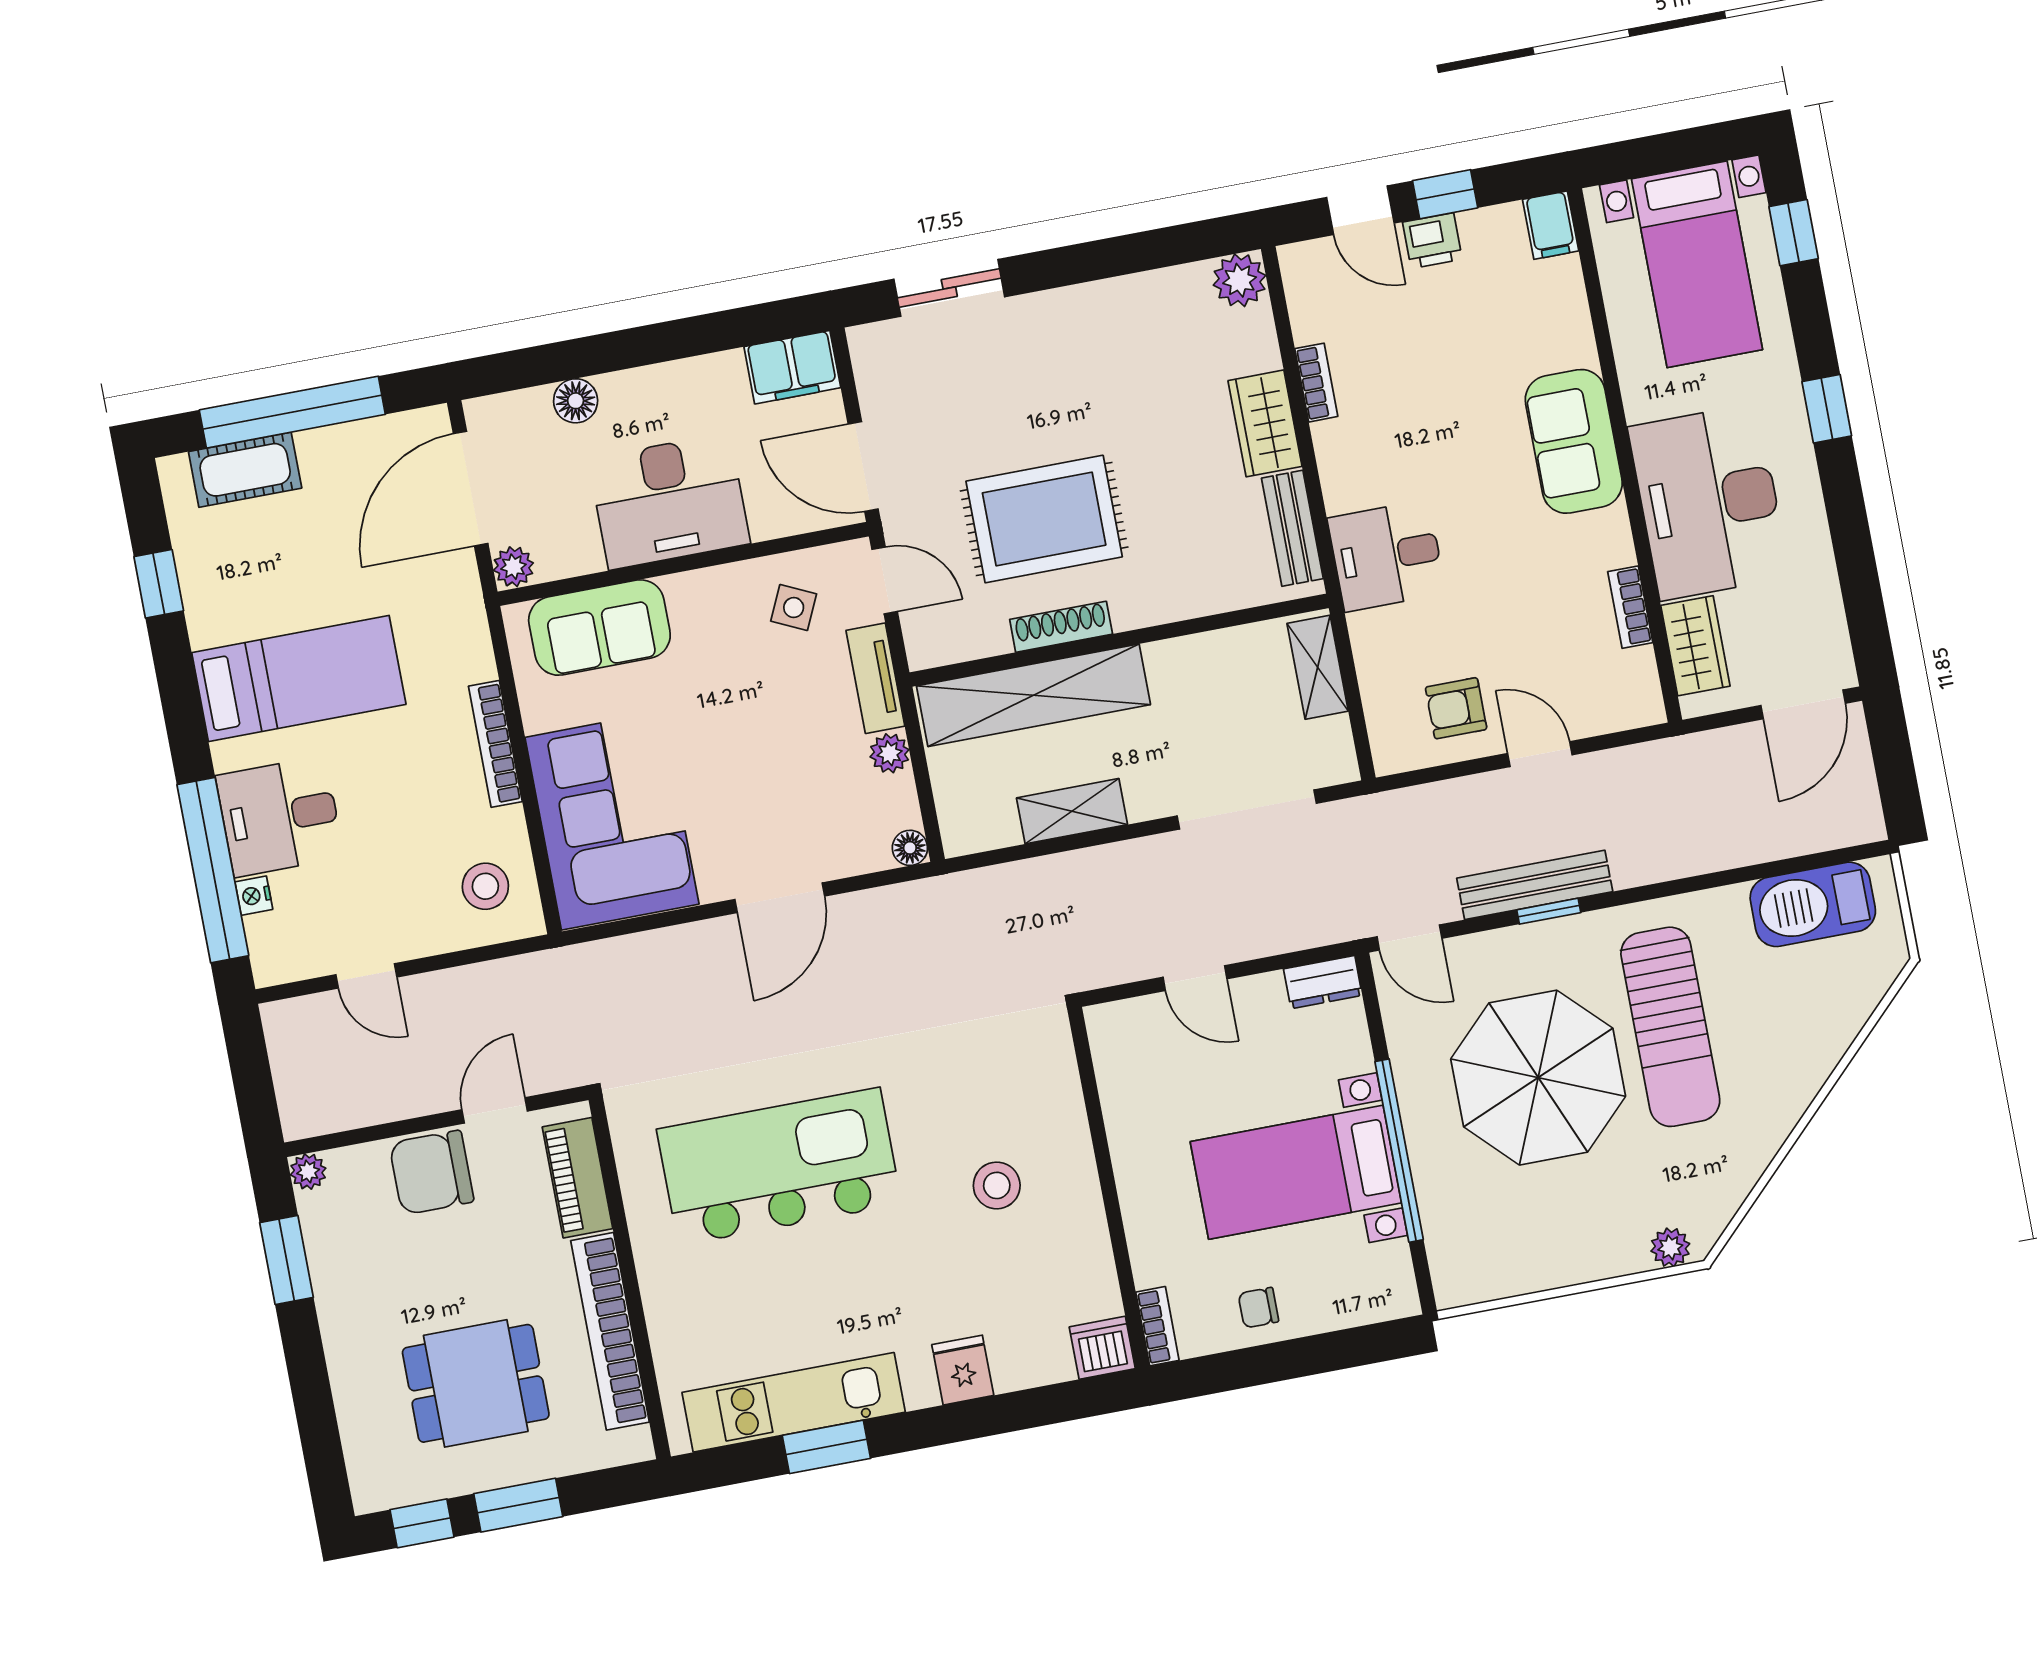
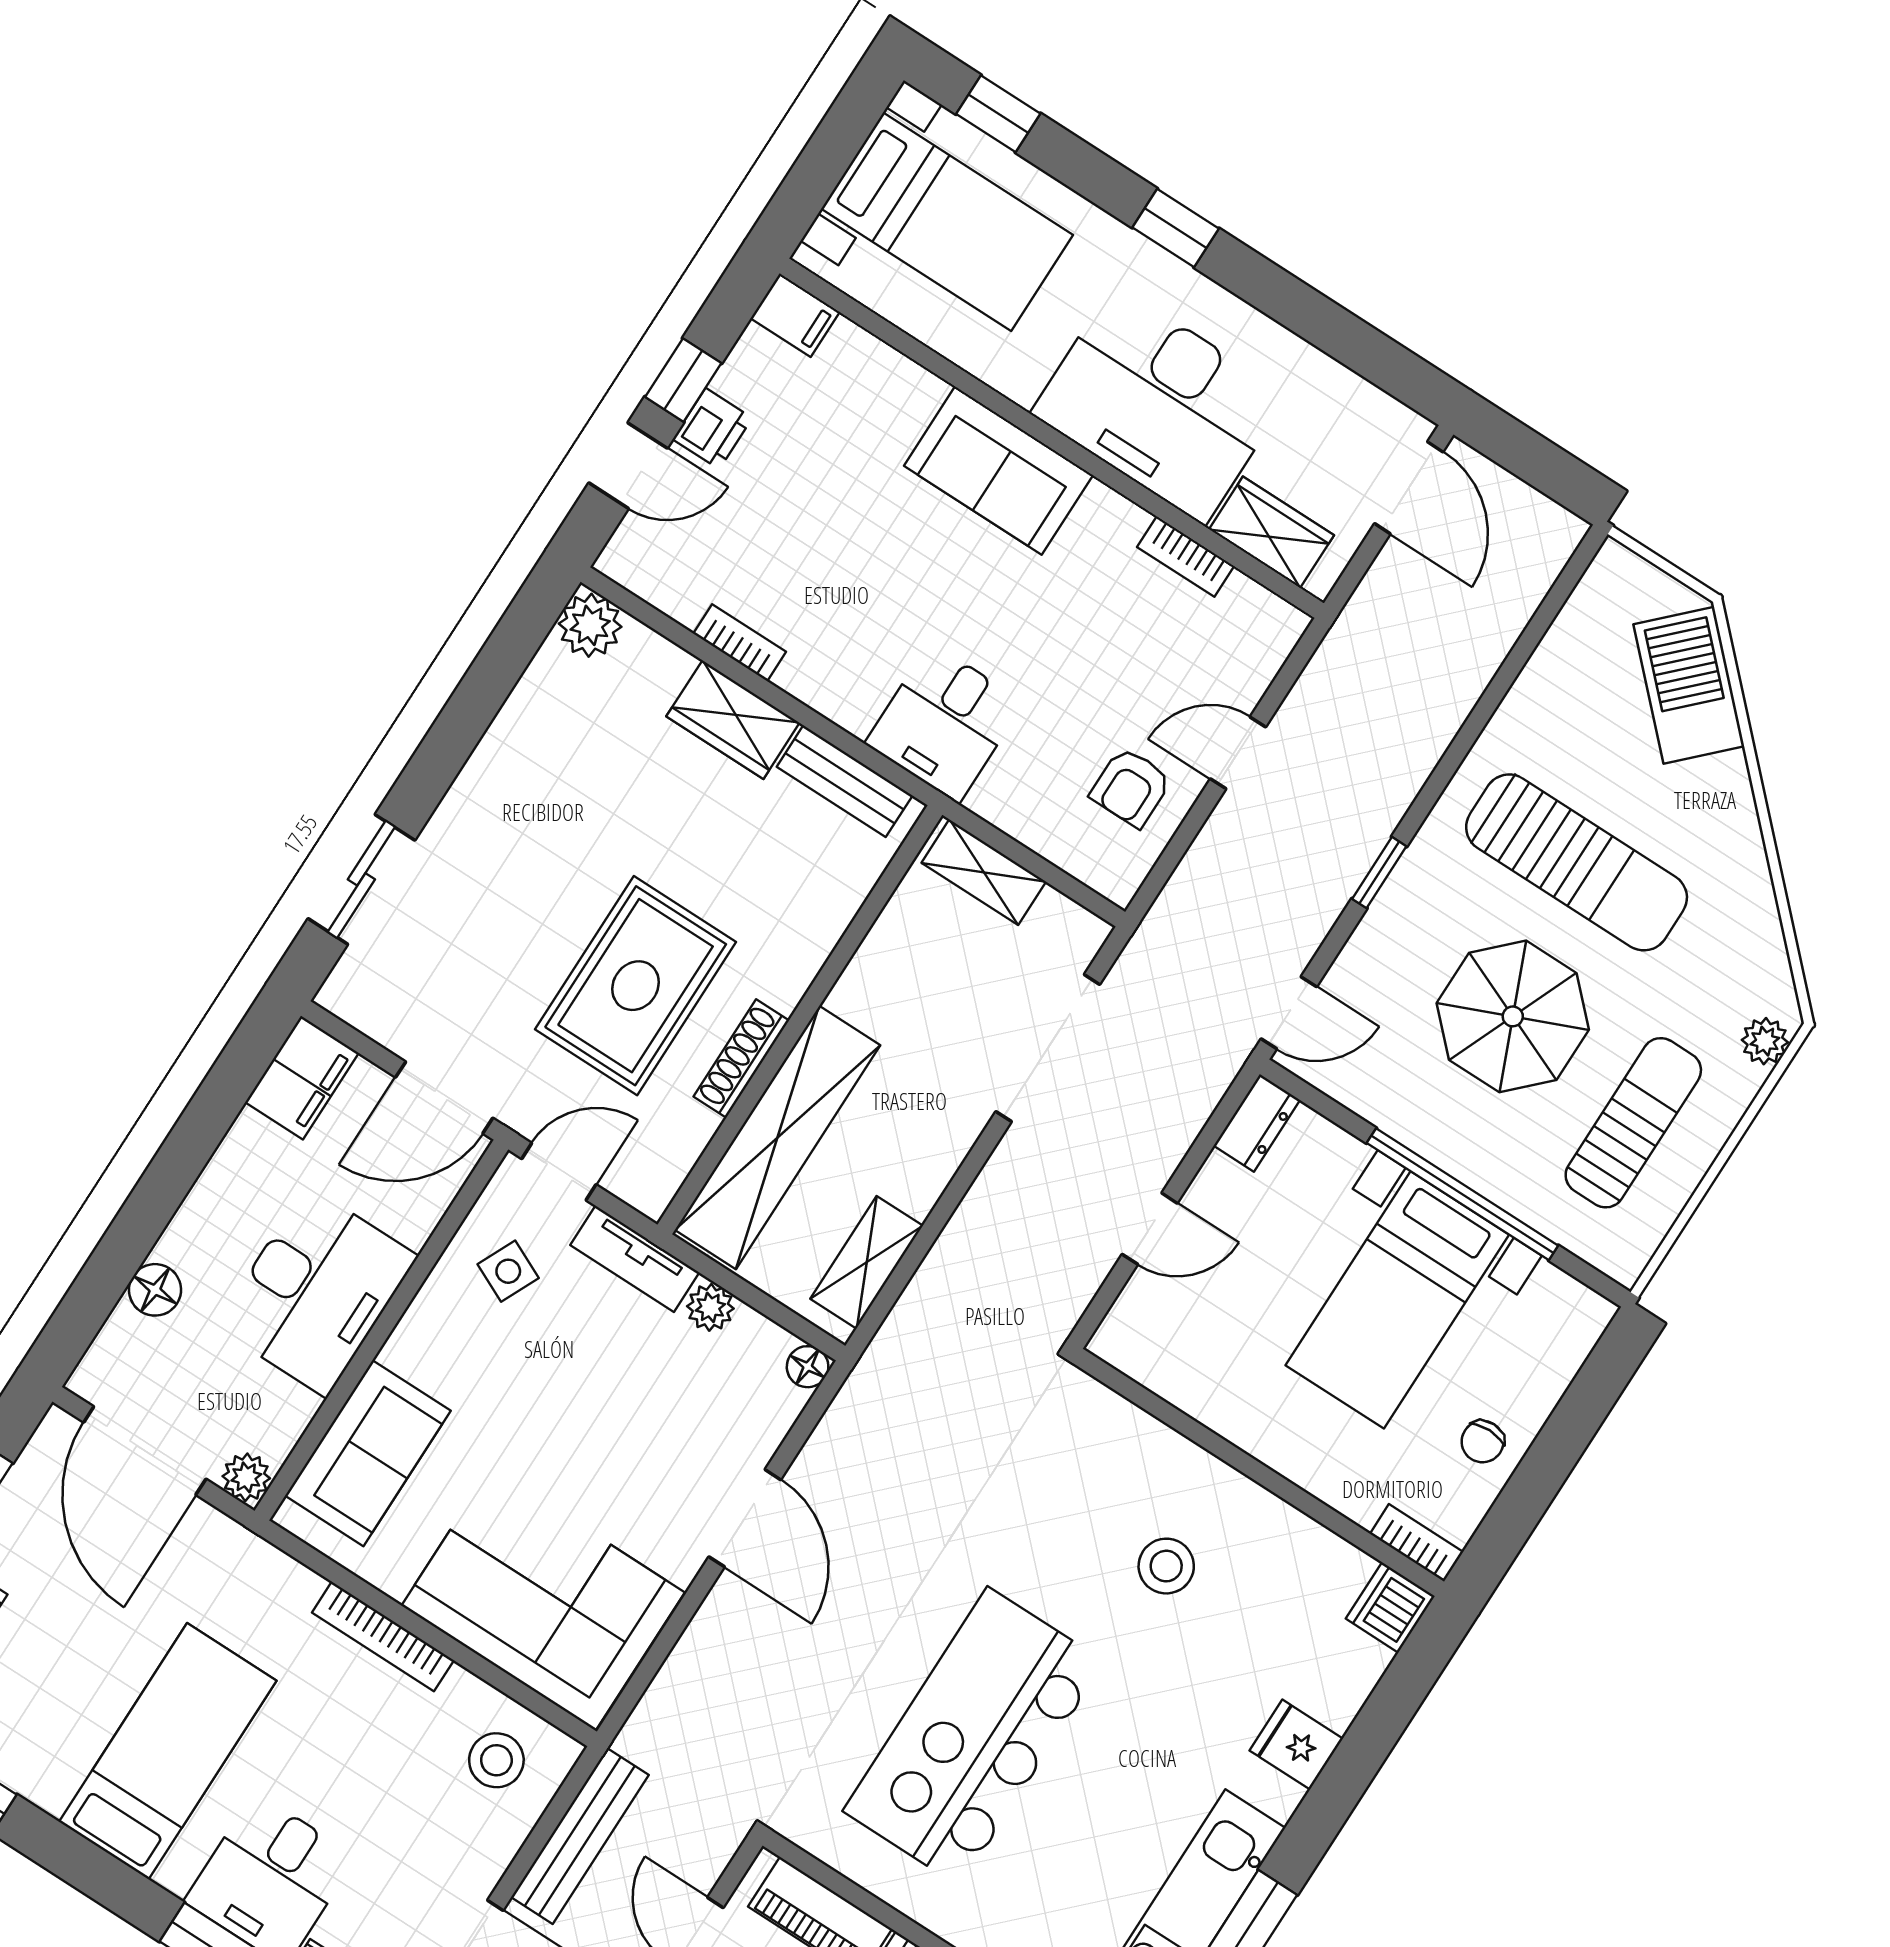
shelving: (1072, 811) -> (867, 1262), moved
bench: (1535, 885) -> (580, 1836), moved
barbecue: (1813, 904) -> (1689, 685), moved, turned 135
parasol: (1538, 1078) -> (1513, 1016), width x0.73, depth x0.73
sun lounger: (1543, 1214) -> (1633, 1123), added

